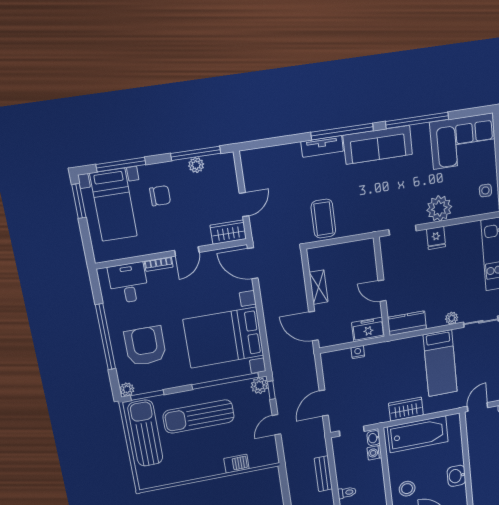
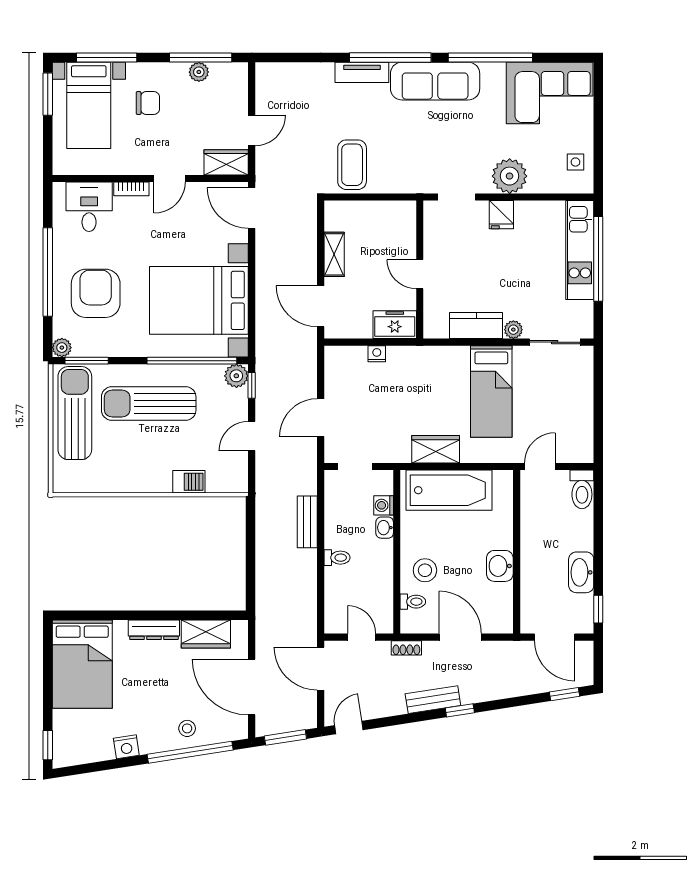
kitchen counter: (407, 323) -> (476, 325), moved
washbasin: (373, 438) -> (385, 528), moved

